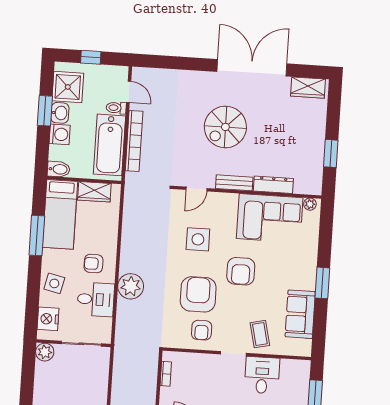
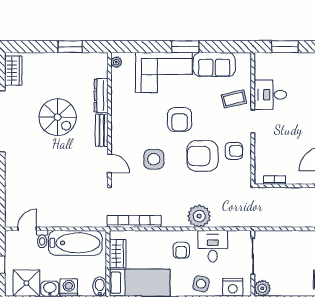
spiral stairs: (225, 127) -> (58, 117), moved
bookcase: (134, 141) -> (134, 221), moved
corner sofa: (270, 218) -> (164, 73), moved, turned 90
armchair: (241, 271) -> (180, 119), turned 90

